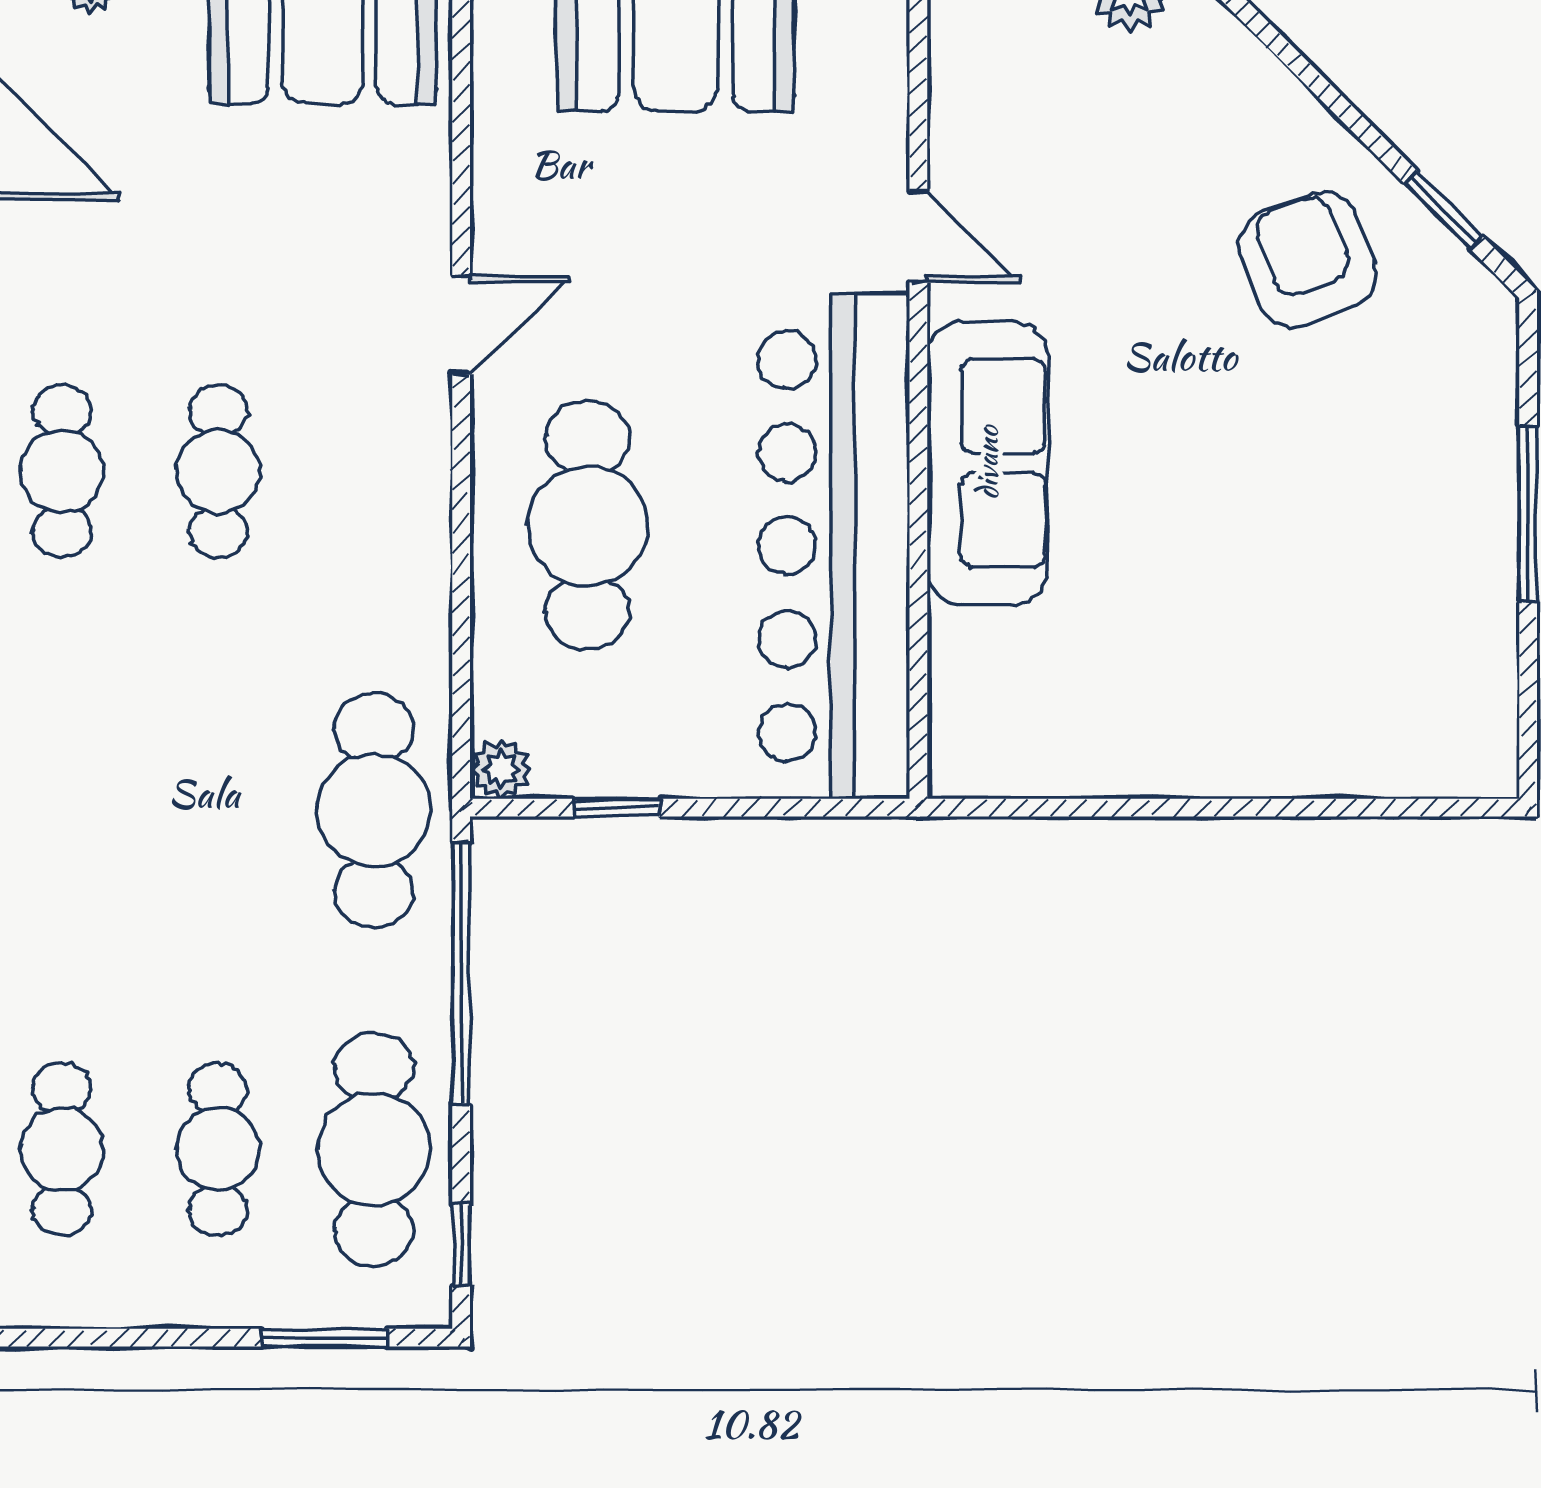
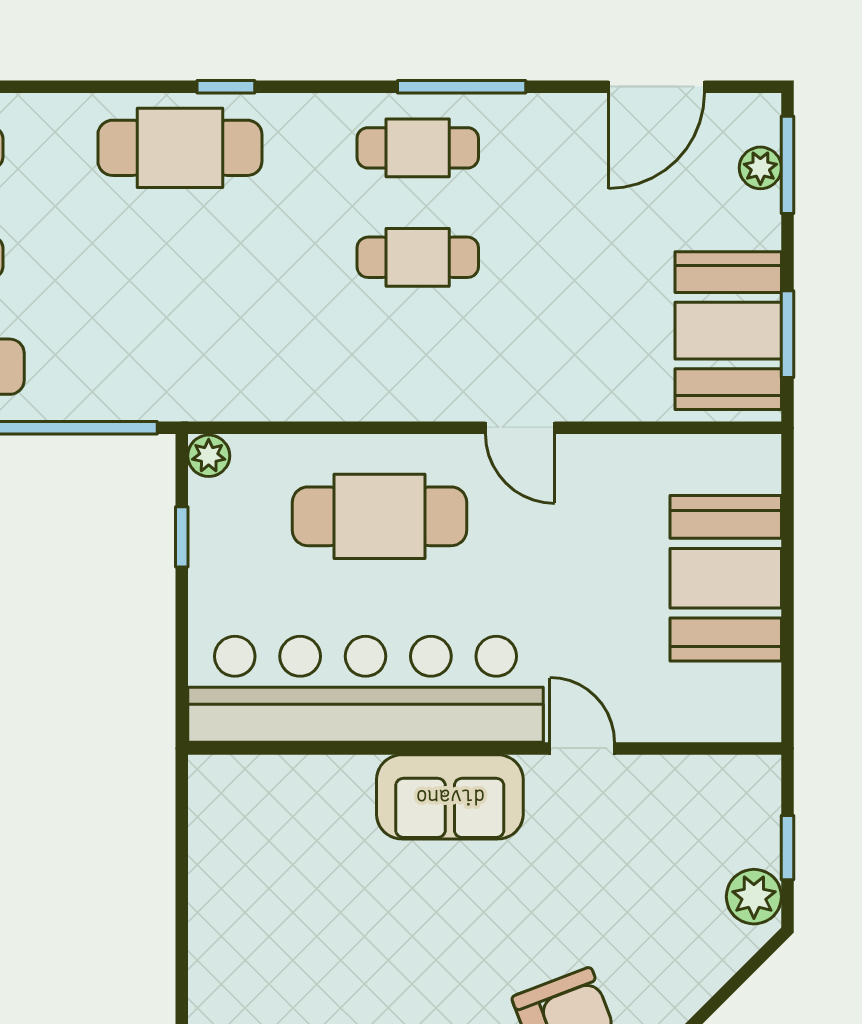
door: (918, 237) -> (582, 748), swing flipped
sofa: (987, 463) -> (450, 797), width x0.73
cafe table: (374, 810) -> (180, 148), moved

